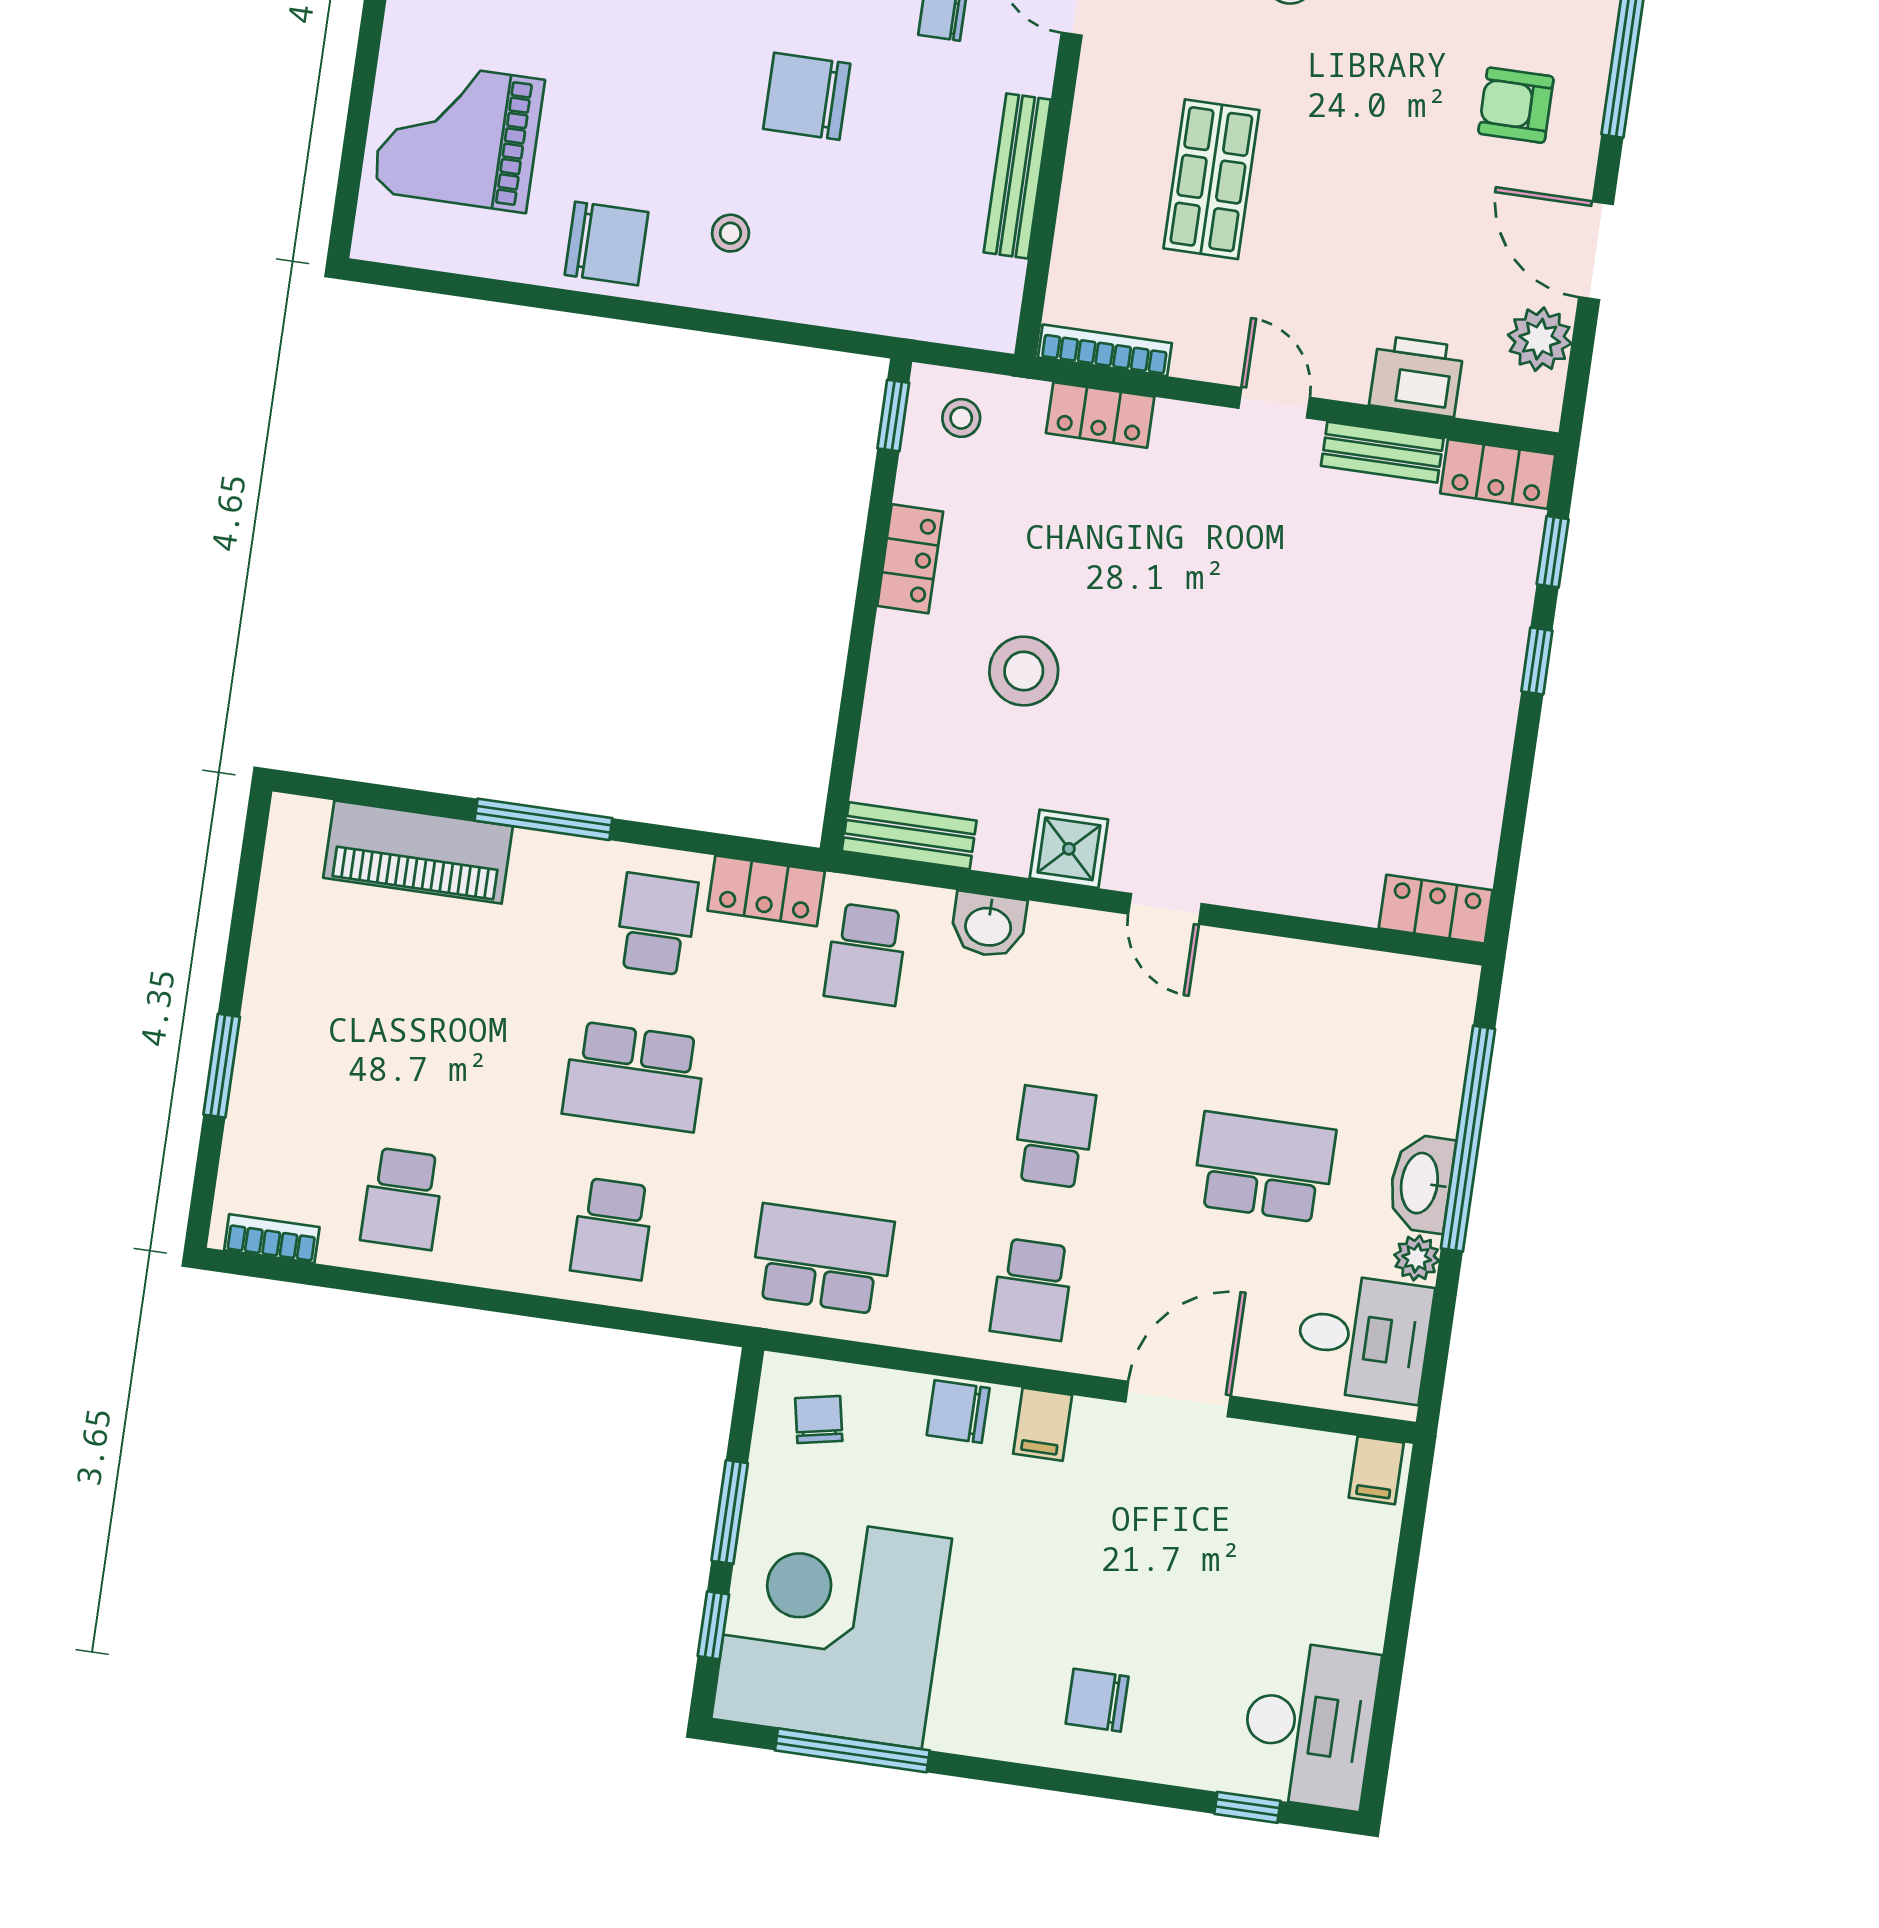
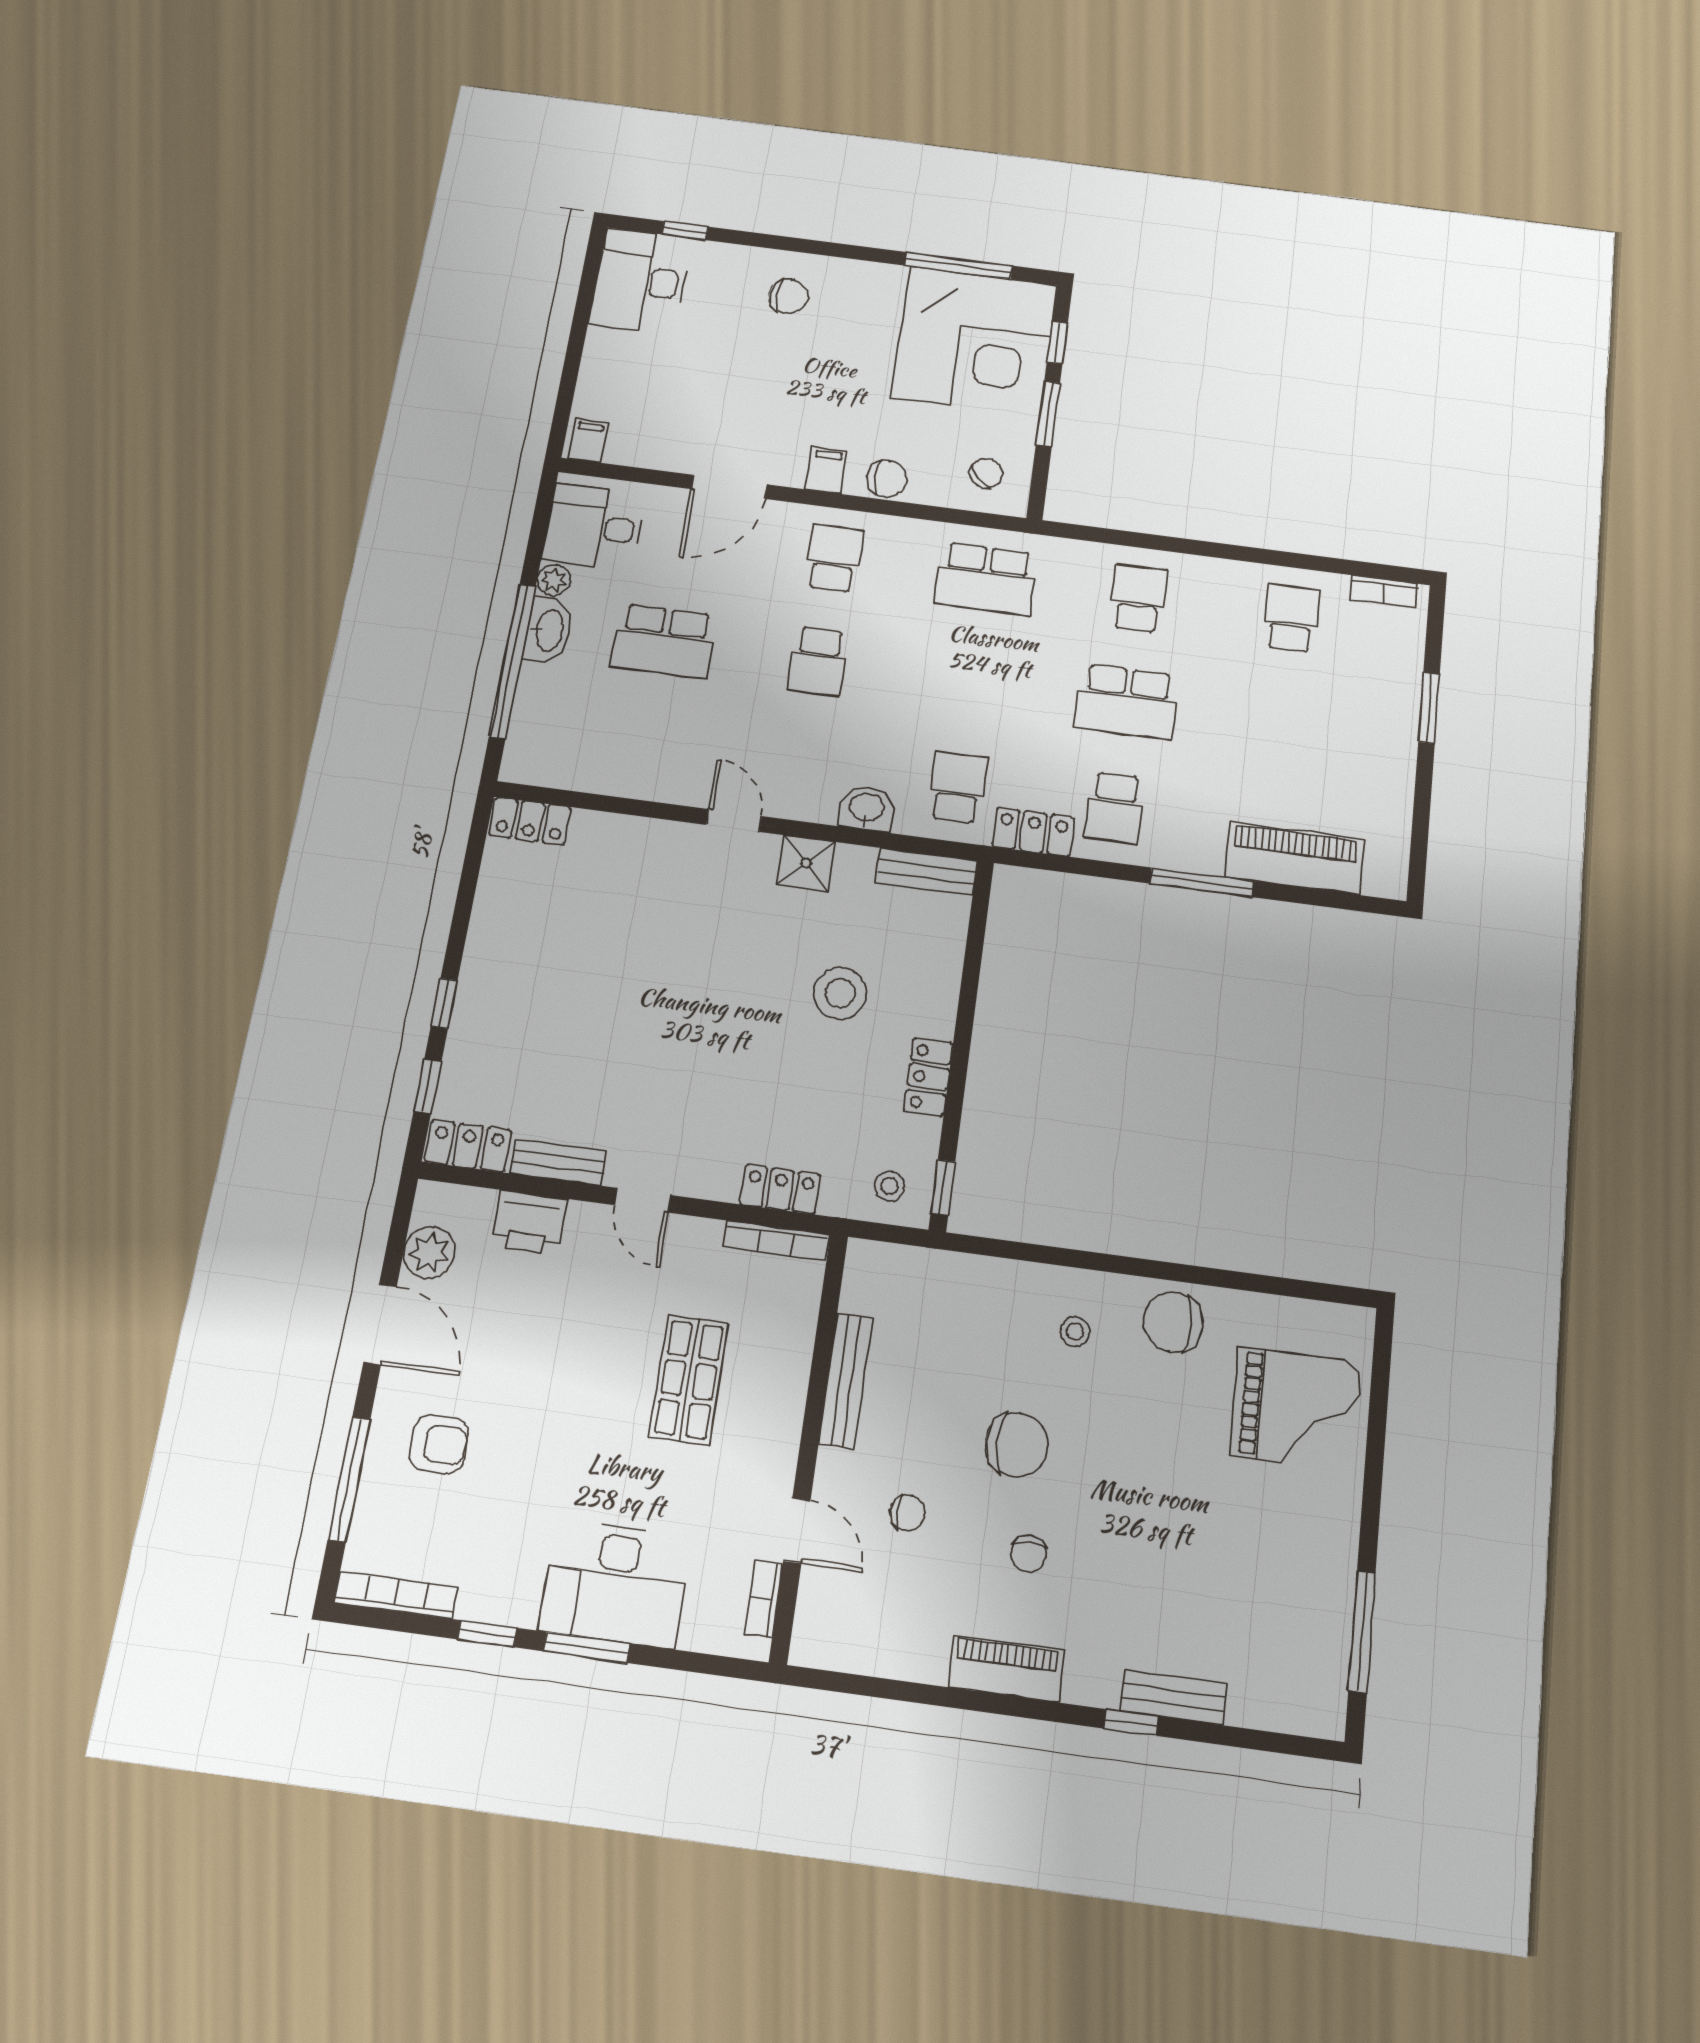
school desk: (634, 1076) -> (1127, 702), turned 180
chair: (819, 1420) -> (986, 473), turned -122

